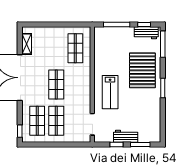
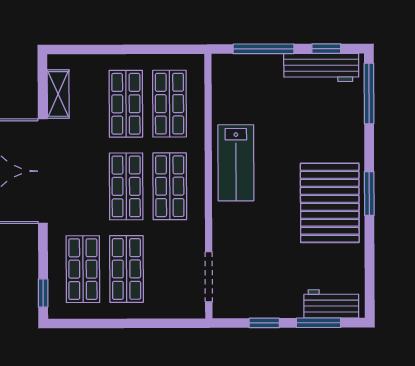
workbench: (146, 33) -> (321, 68), width x1.38
shop shelf: (56, 48) -> (126, 104), added
pallet: (142, 70) -> (330, 203), moved
shop shelf: (75, 84) -> (170, 186), added
lab bench: (110, 92) -> (236, 163), moved
workbench: (126, 136) -> (331, 304), moved

